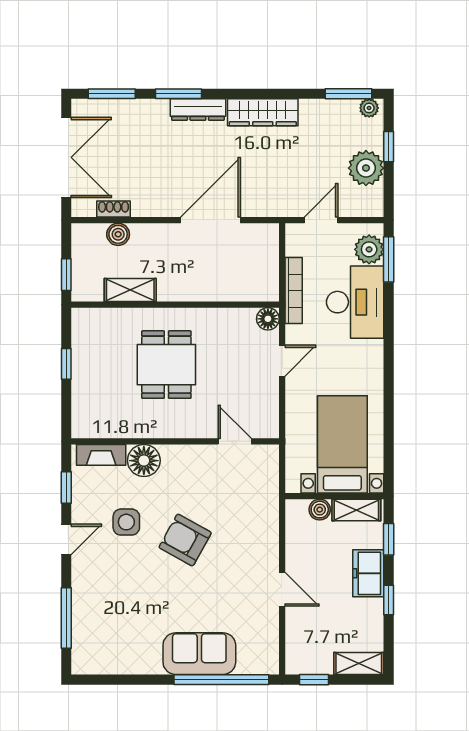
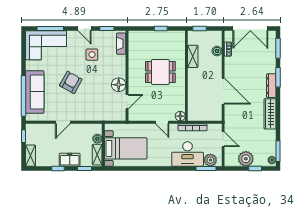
floor lamp: (144, 461) -> (119, 85), moved
armchair: (185, 540) -> (71, 82), moved
corner sofa: (105, 628) -> (46, 45), added
sofa: (199, 654) -> (35, 92), width x1.36

